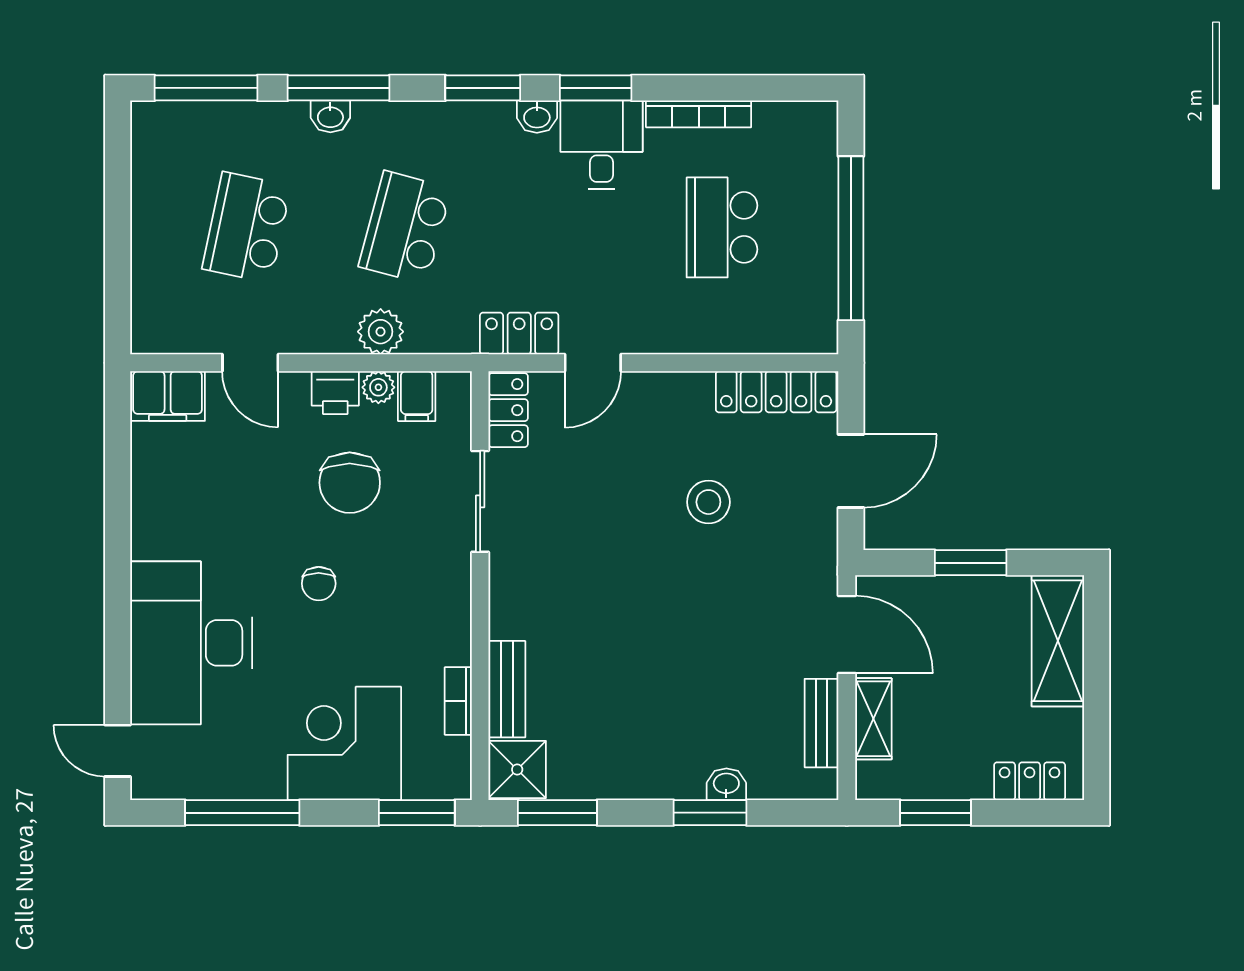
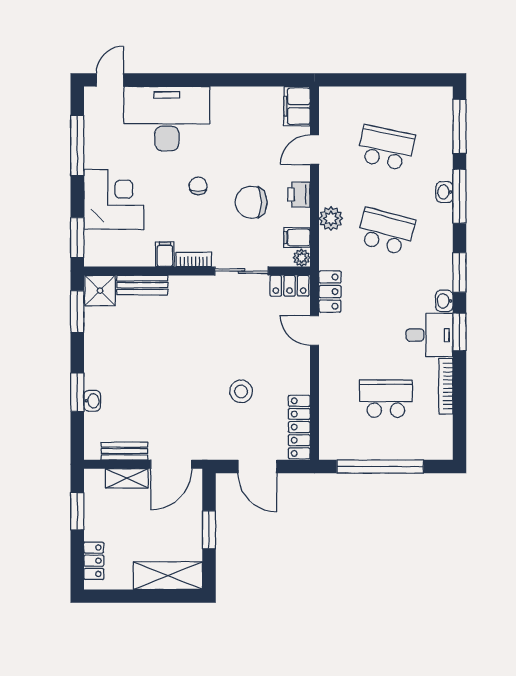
plant: (378, 387) -> (302, 258), moved
chair: (319, 584) -> (198, 186), turned 90
filing cabinet: (448, 646) -> (165, 254), added
bookcase: (458, 701) -> (194, 259), moved

